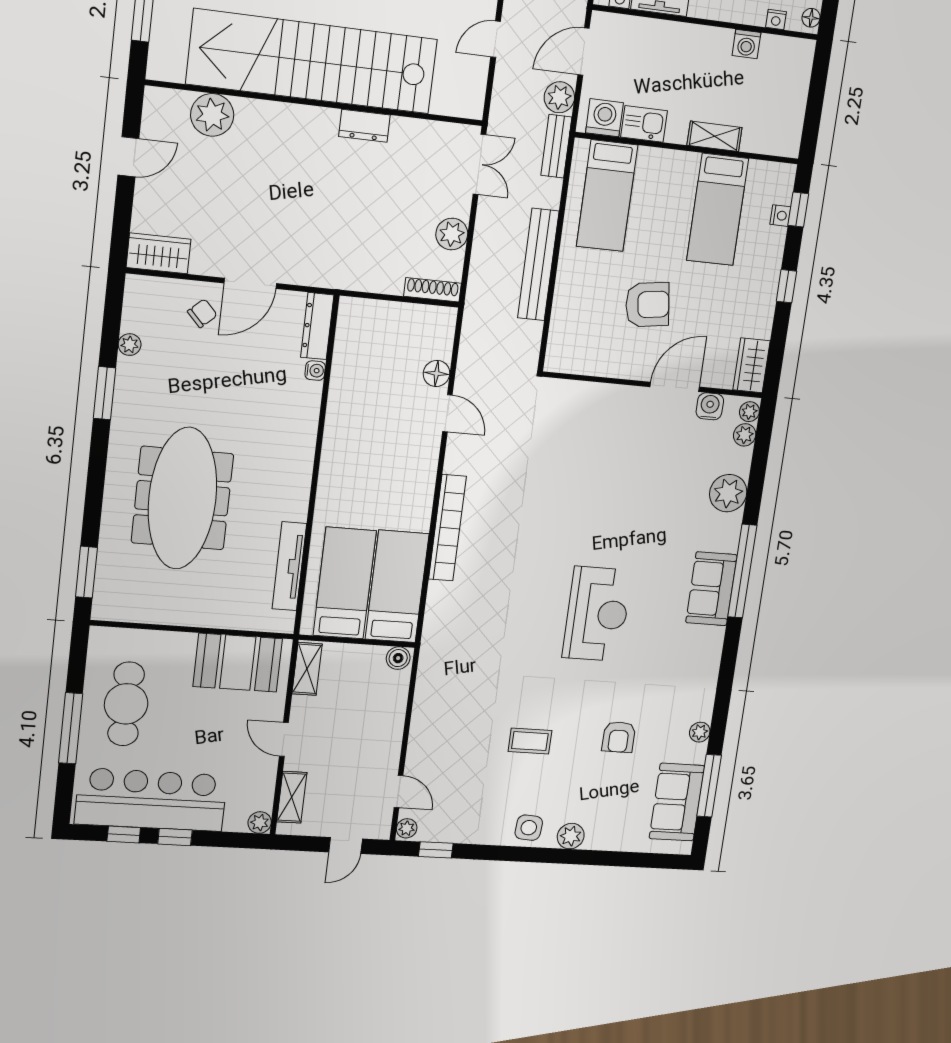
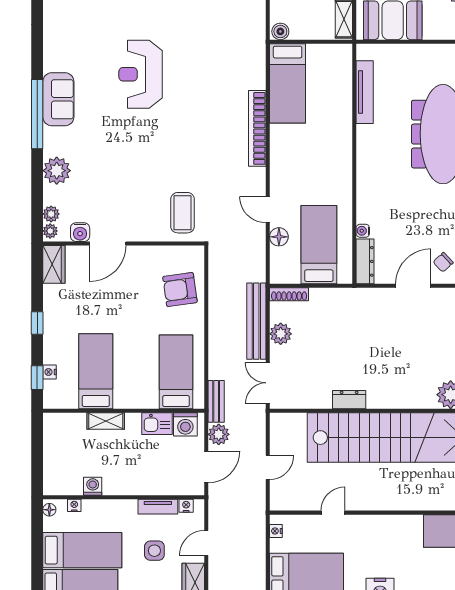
bench: (538, 265) -> (256, 321), moved
armchair: (647, 305) -> (180, 290), moved
coffee table: (567, 420) -> (183, 213), added
bed: (345, 583) -> (319, 245), moved, turned 180

